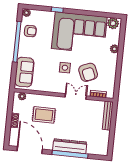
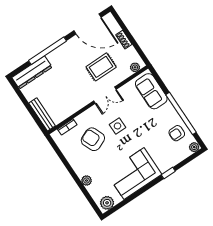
corner sofa: (79, 33) -> (134, 174), width x0.73, depth x0.74
double door: (76, 96) -> (105, 95), moved
dresser: (70, 146) -> (32, 72), moved

